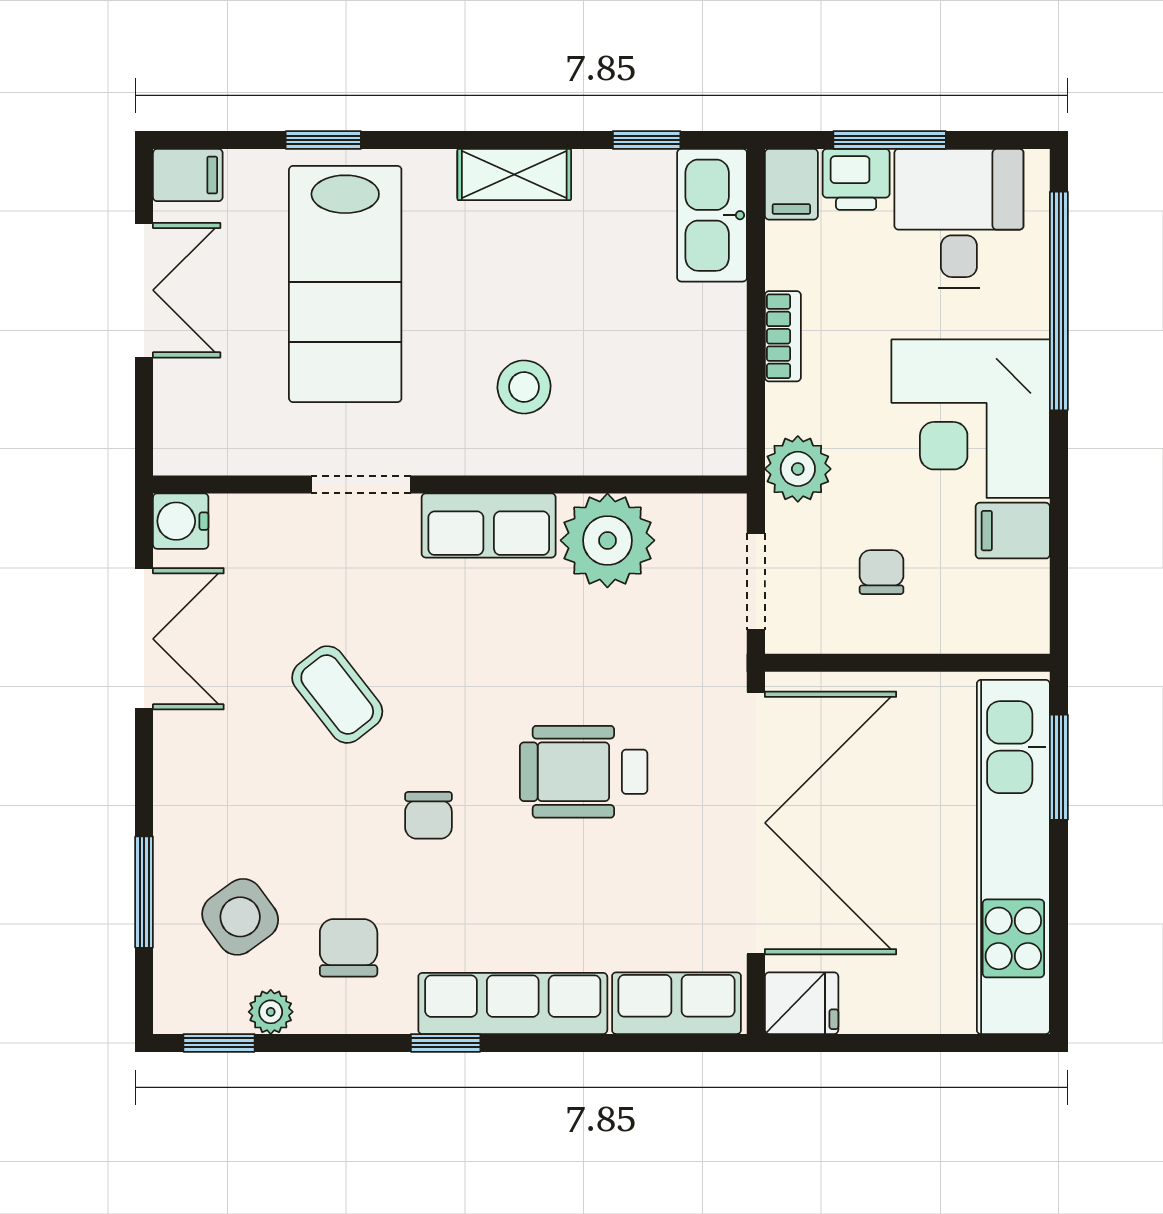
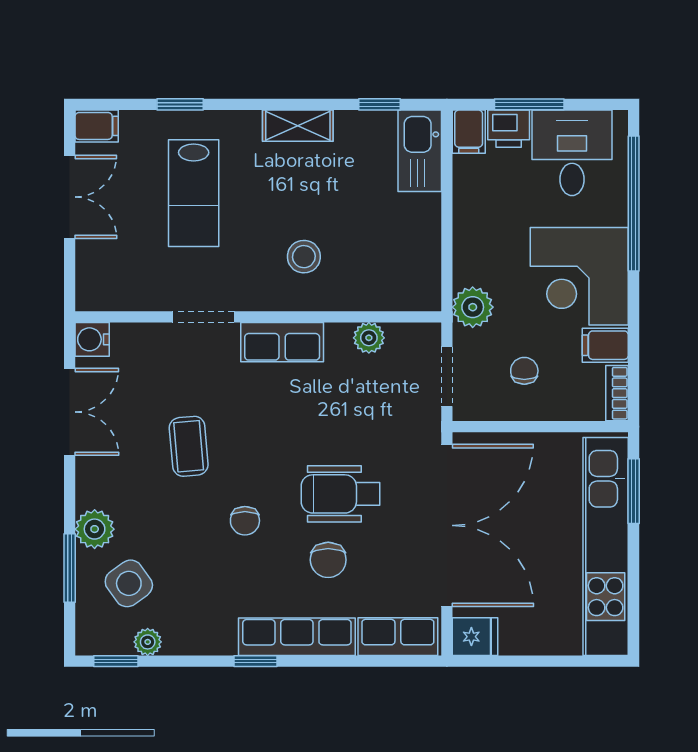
lab bench: (345, 284) -> (194, 193), width x0.73, depth x0.72
bookcase: (783, 336) -> (617, 393), moved, turned 180
plant: (607, 540) -> (369, 338), width x0.53, depth x0.53
coffee table: (337, 695) -> (189, 446), turned 33
plant: (185, 829) -> (95, 529), added
chair: (349, 948) -> (328, 560), moved, turned 180

